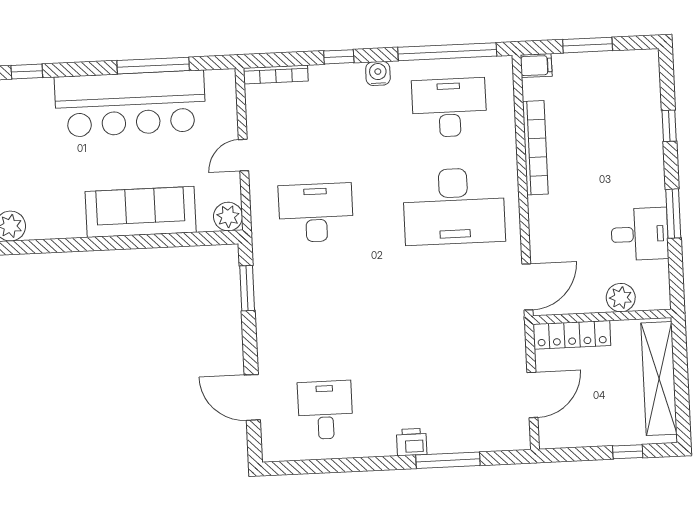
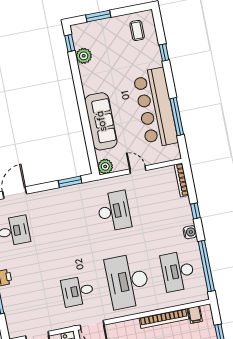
filing cabinet: (536, 66) -> (195, 315), moved
desk: (449, 108) -> (178, 271), turned 180
desk: (459, 305) -> (78, 291), added

